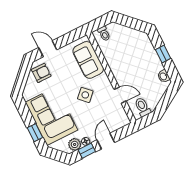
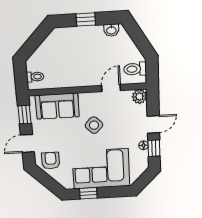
window: (71, 37) -> (25, 115), added
window: (35, 133) -> (88, 193), moved
door: (106, 141) -> (153, 124), swing flipped
plant: (75, 144) -> (139, 96), moved

